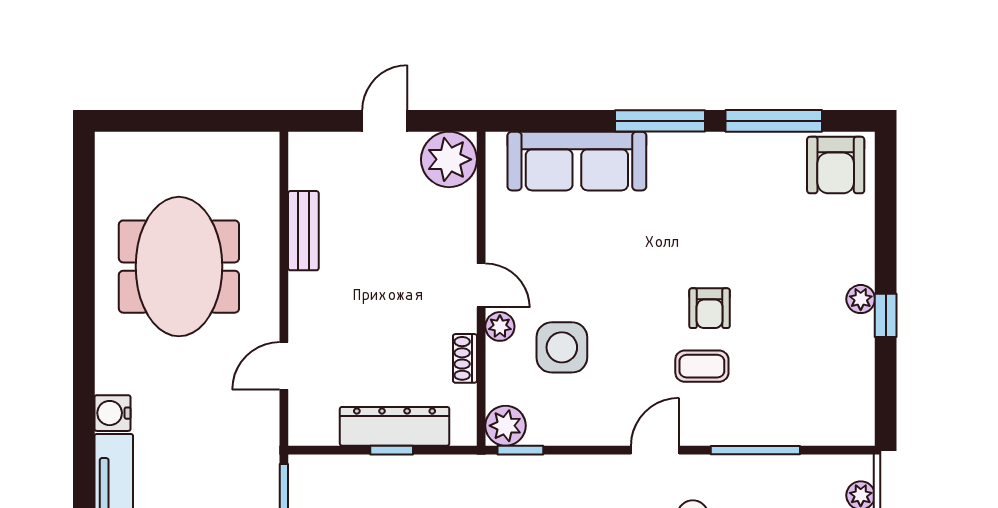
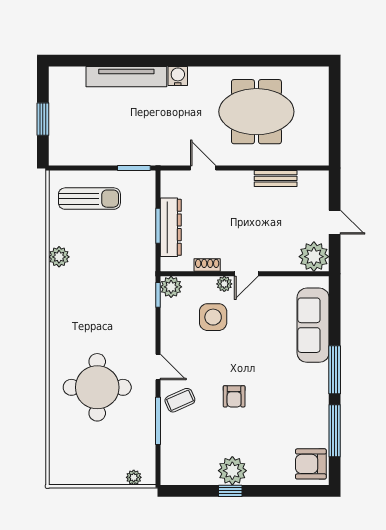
plant: (861, 299) -> (232, 471), width x1.88, depth x1.88
armchair: (710, 308) -> (234, 396), turned -90
coffee table: (702, 366) -> (180, 400), moved, turned 66
window: (392, 450) -> (158, 226), width x1.50

